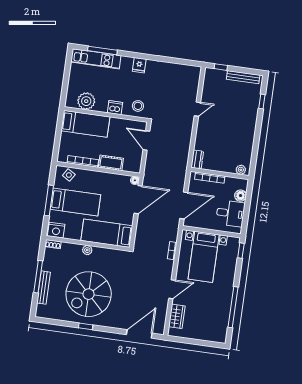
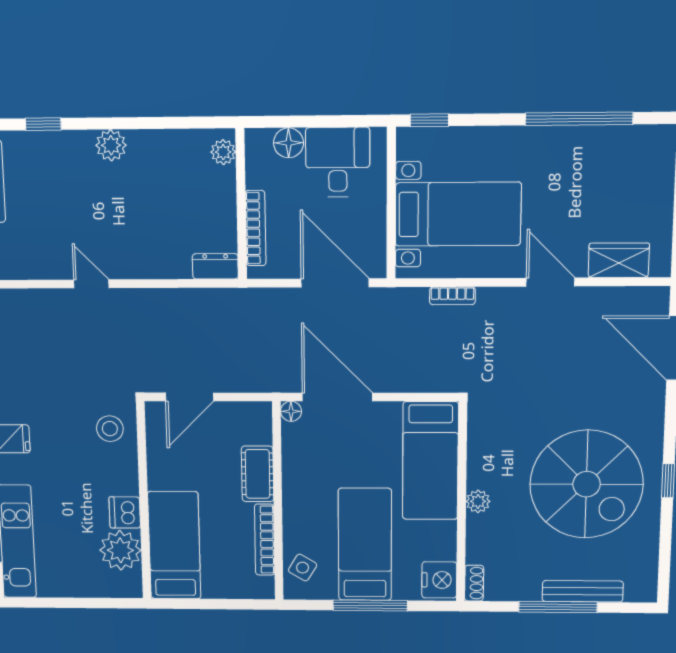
dishwasher: (115, 108) -> (125, 512), moved
plant: (250, 127) -> (111, 145), added

